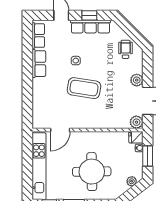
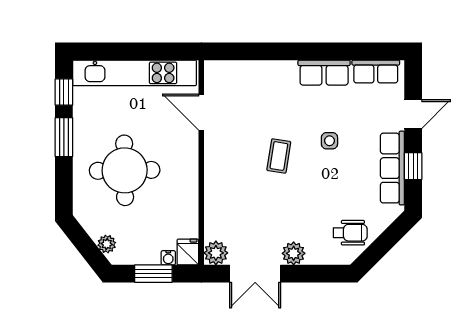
coffee table: (84, 88) -> (279, 156), width x0.54, depth x0.58

